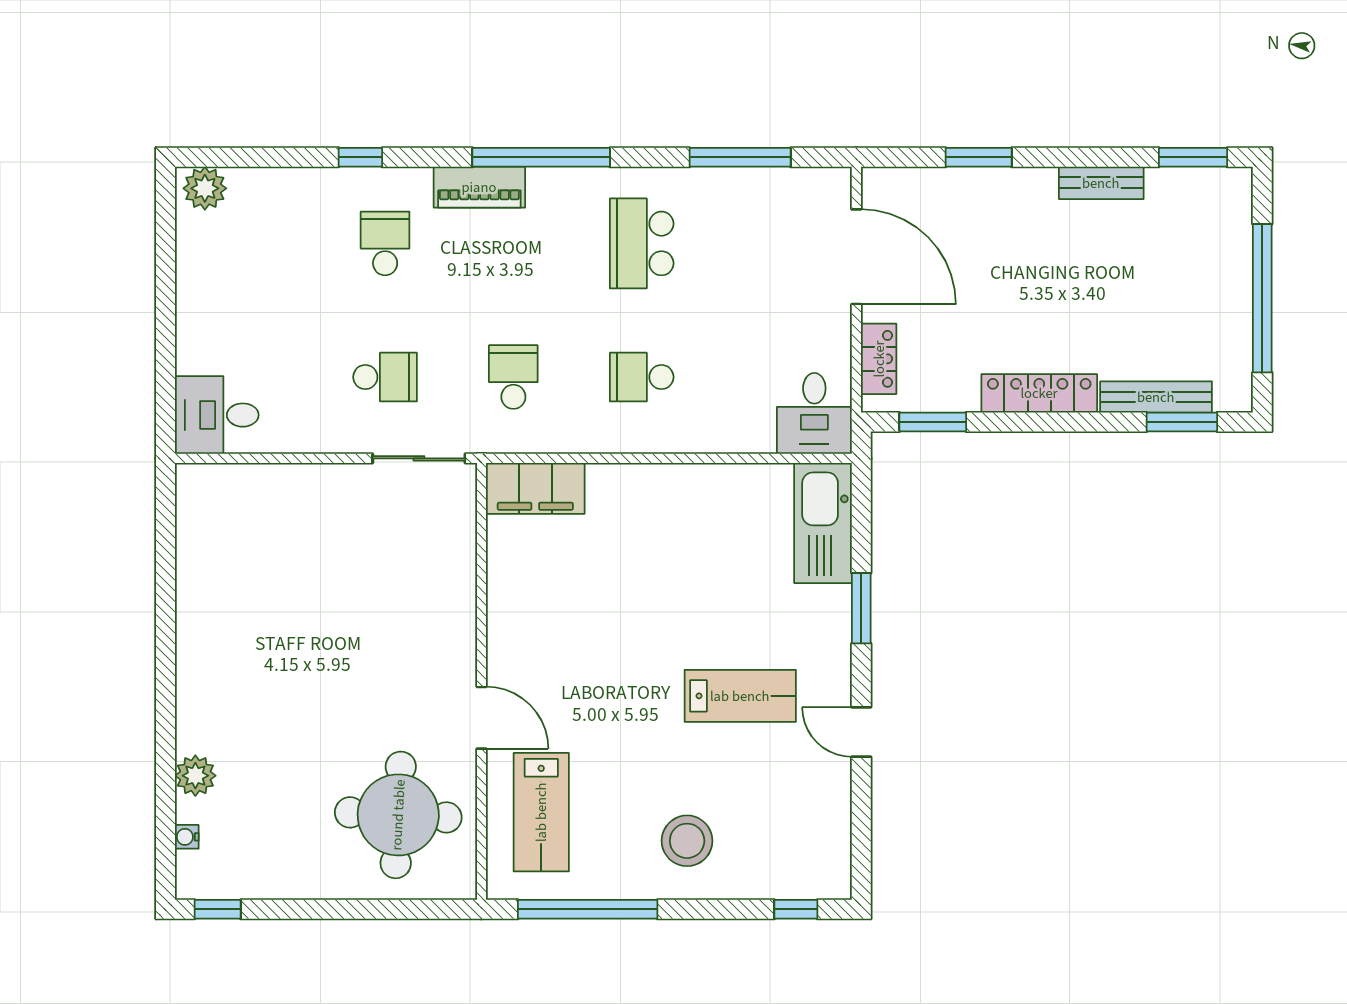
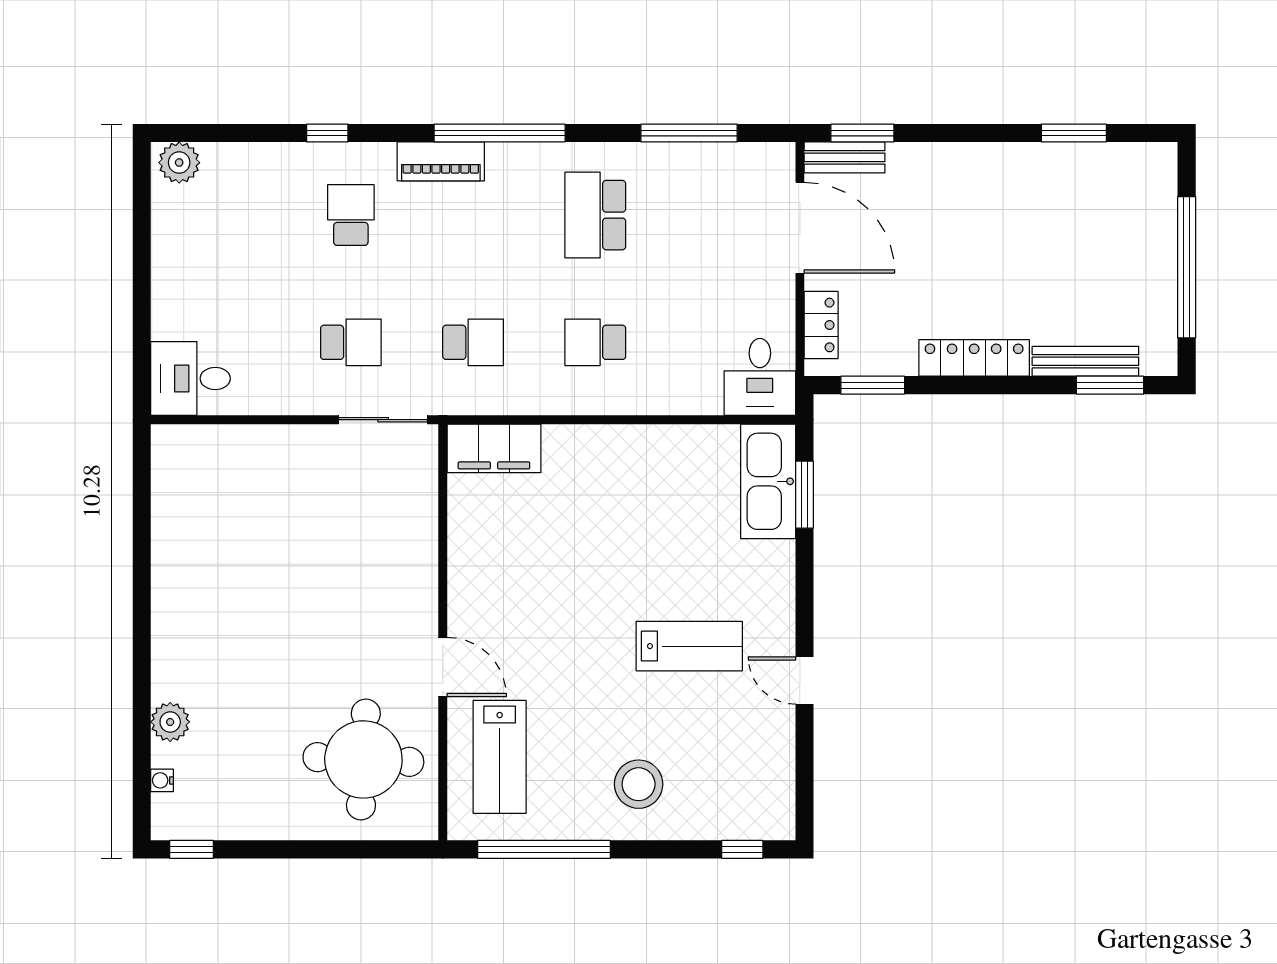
window: (979, 157) -> (862, 133), moved
window: (1193, 157) -> (1074, 133), moved
bench: (1101, 183) -> (845, 157), moved
school desk: (513, 377) -> (473, 342), turned 90
window: (861, 608) -> (804, 495), moved

